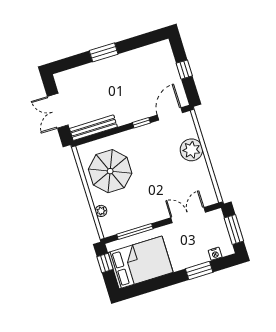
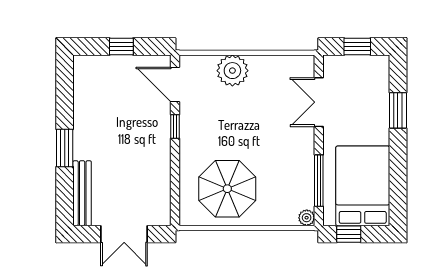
bench: (93, 128) -> (82, 193), moved
plant: (101, 211) -> (307, 218), moved
window: (234, 229) -> (357, 47), width x0.67
nightstand: (215, 254) -> (382, 82), removed

